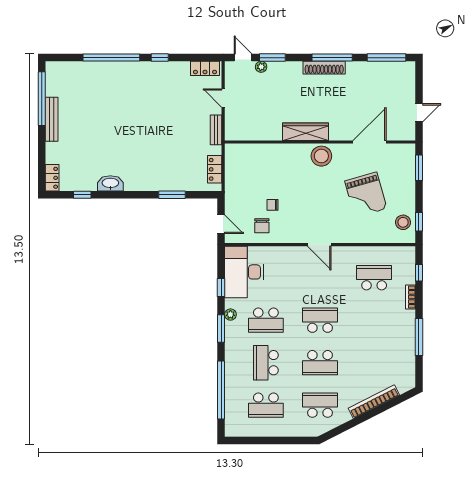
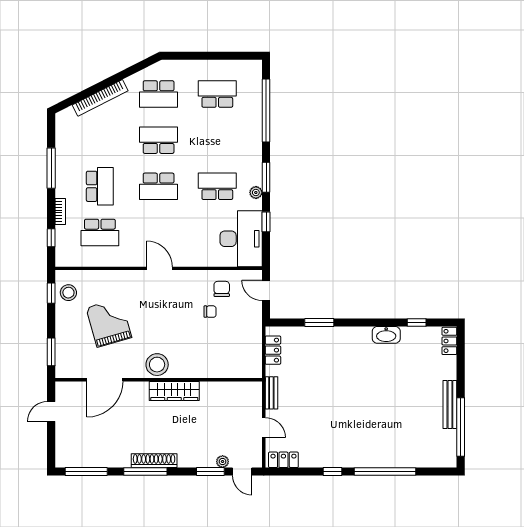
school desk: (266, 363) -> (100, 186), moved

